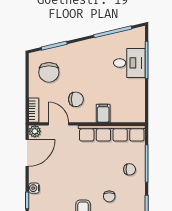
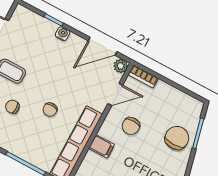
chair: (49, 72) -> (177, 138), moved, turned 90
door: (27, 153) -> (103, 46), hinge flipped
chair: (130, 169) -> (50, 110), moved

